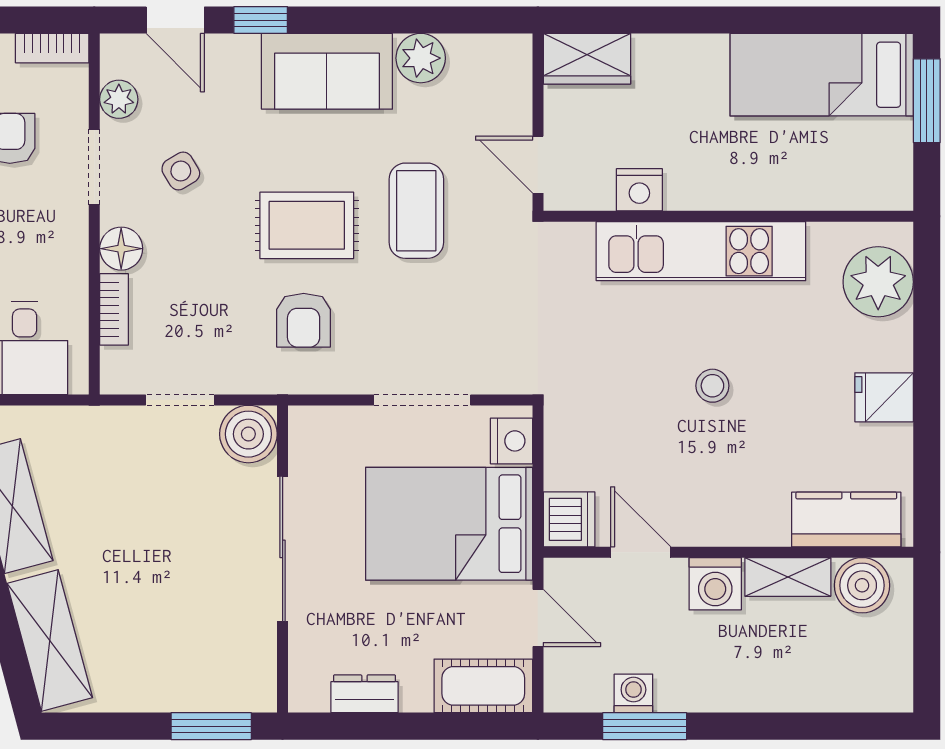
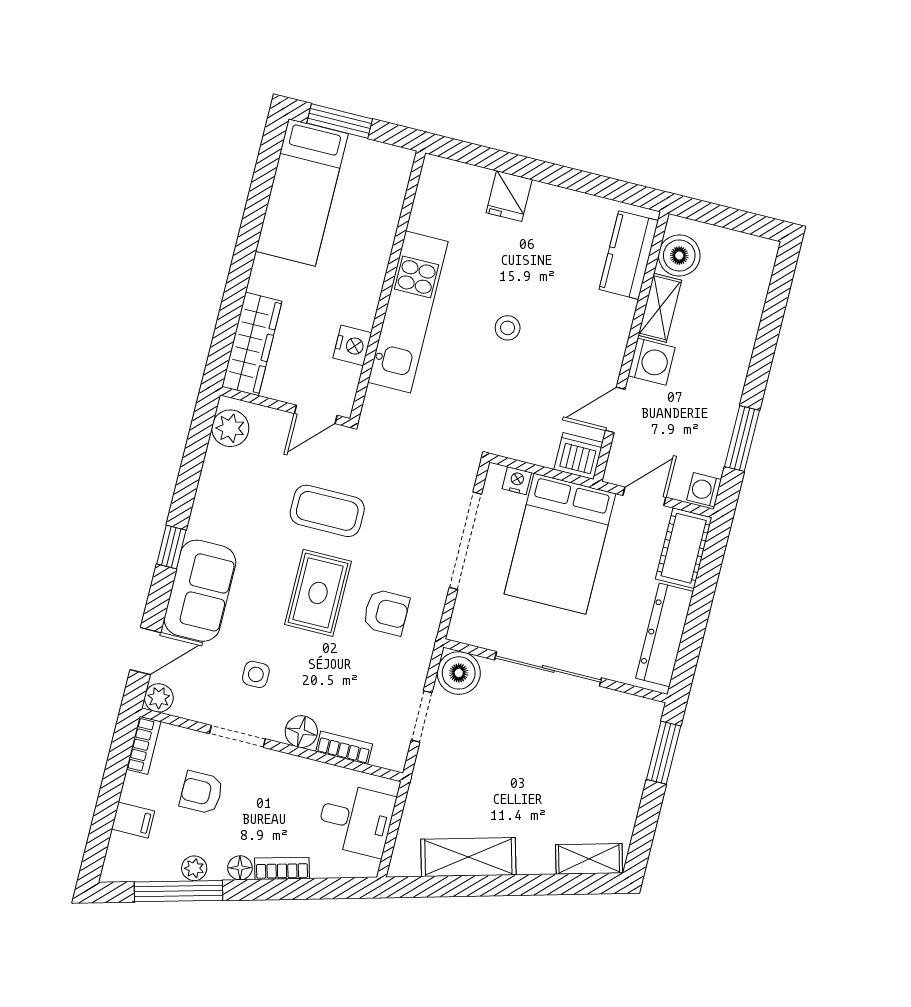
window: (261, 20) -> (171, 547), moved
plant: (421, 58) -> (230, 428), moved
wardrobe: (587, 59) -> (252, 344), width x1.50
sofa: (327, 71) -> (200, 591), moved
plant: (119, 99) -> (159, 698), moved
side table: (181, 171) -> (256, 674), turned 31
plant: (878, 282) -> (462, 189), removed
fridge: (884, 397) -> (509, 196), moved
doorway: (422, 400) -> (465, 541), width x1.36
nightstand: (511, 441) -> (517, 481), width x0.72, depth x0.74
shelving: (50, 640) -> (589, 859), width x0.67, depth x0.75
washing machine: (633, 693) -> (704, 490), moved
dresser: (364, 694) -> (665, 635), width x1.96, depth x1.24

